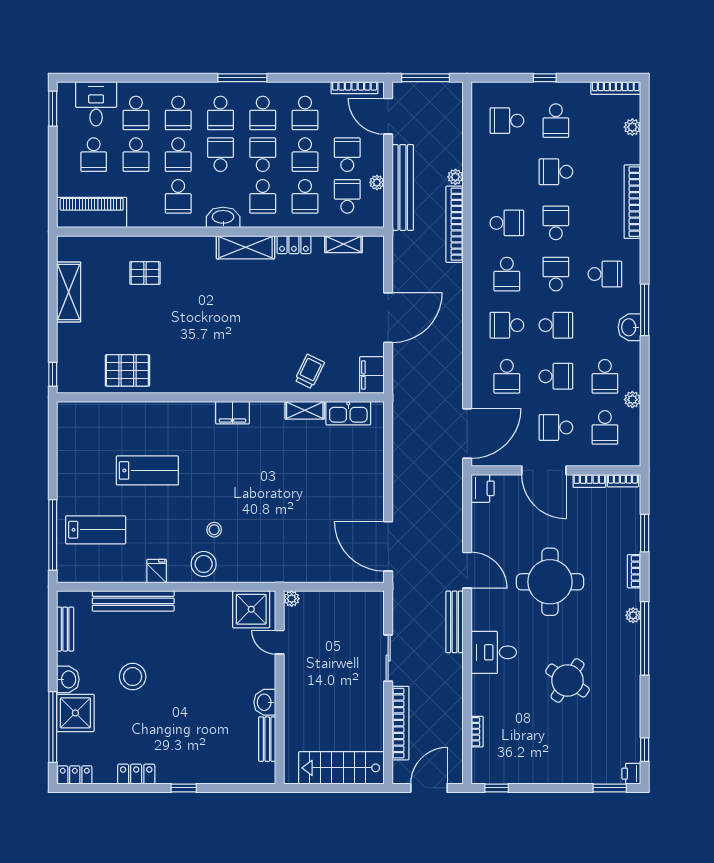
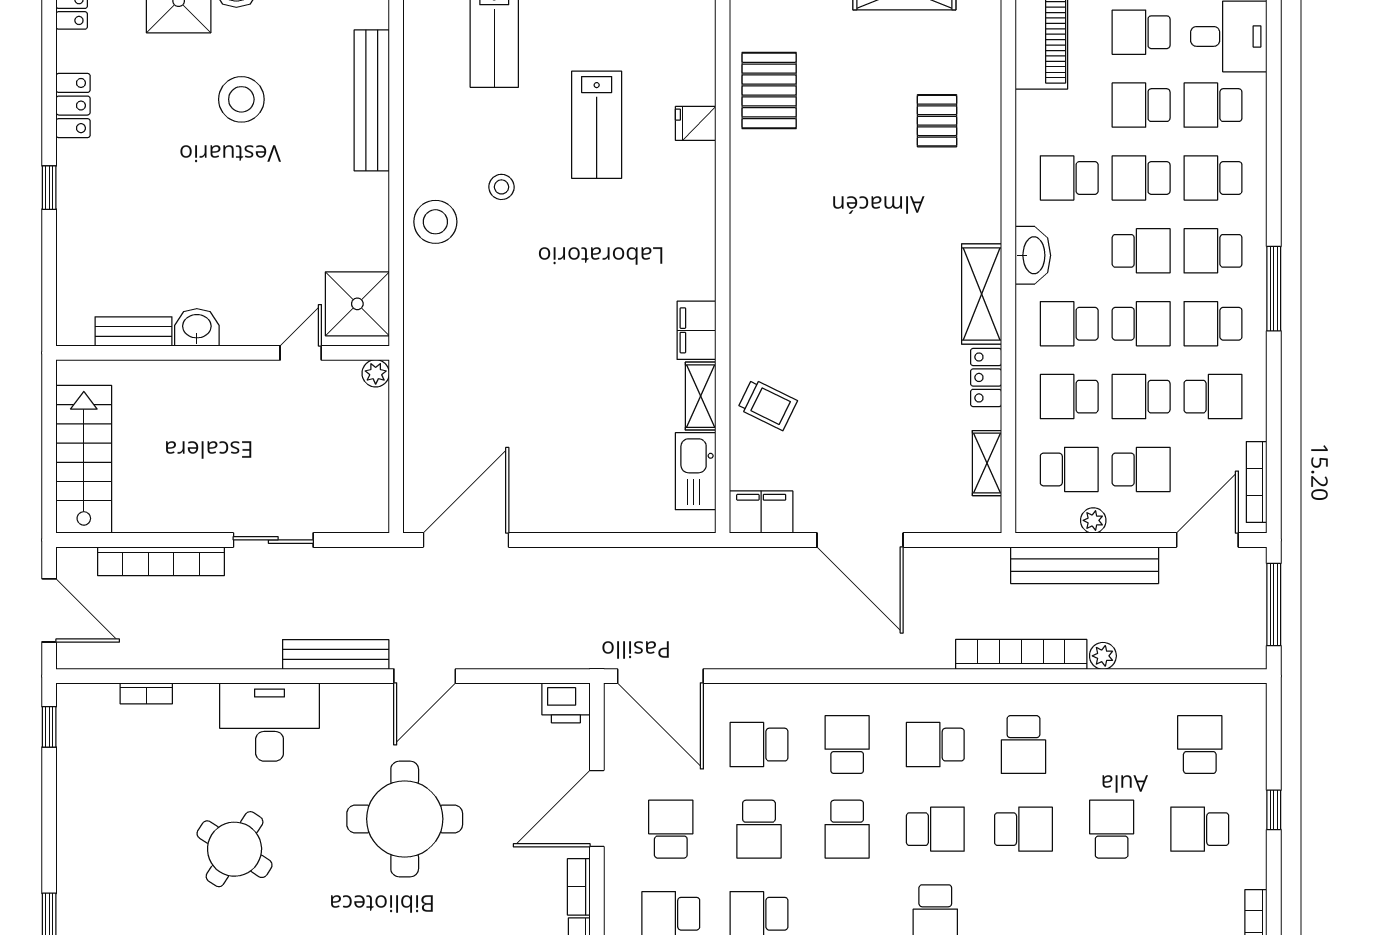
school desk: (305, 113) -> (1213, 397), turned 180
filing cabinet: (233, 413) -> (696, 330), moved
stool: (214, 530) -> (501, 187), moved
fridge: (157, 571) -> (696, 123), moved, turned 180
desk: (494, 652) -> (270, 722), width x1.37

